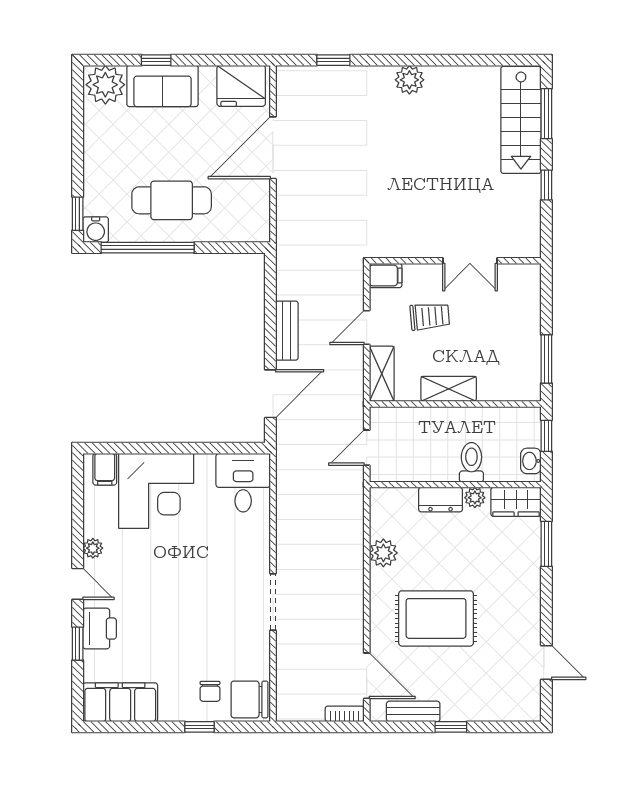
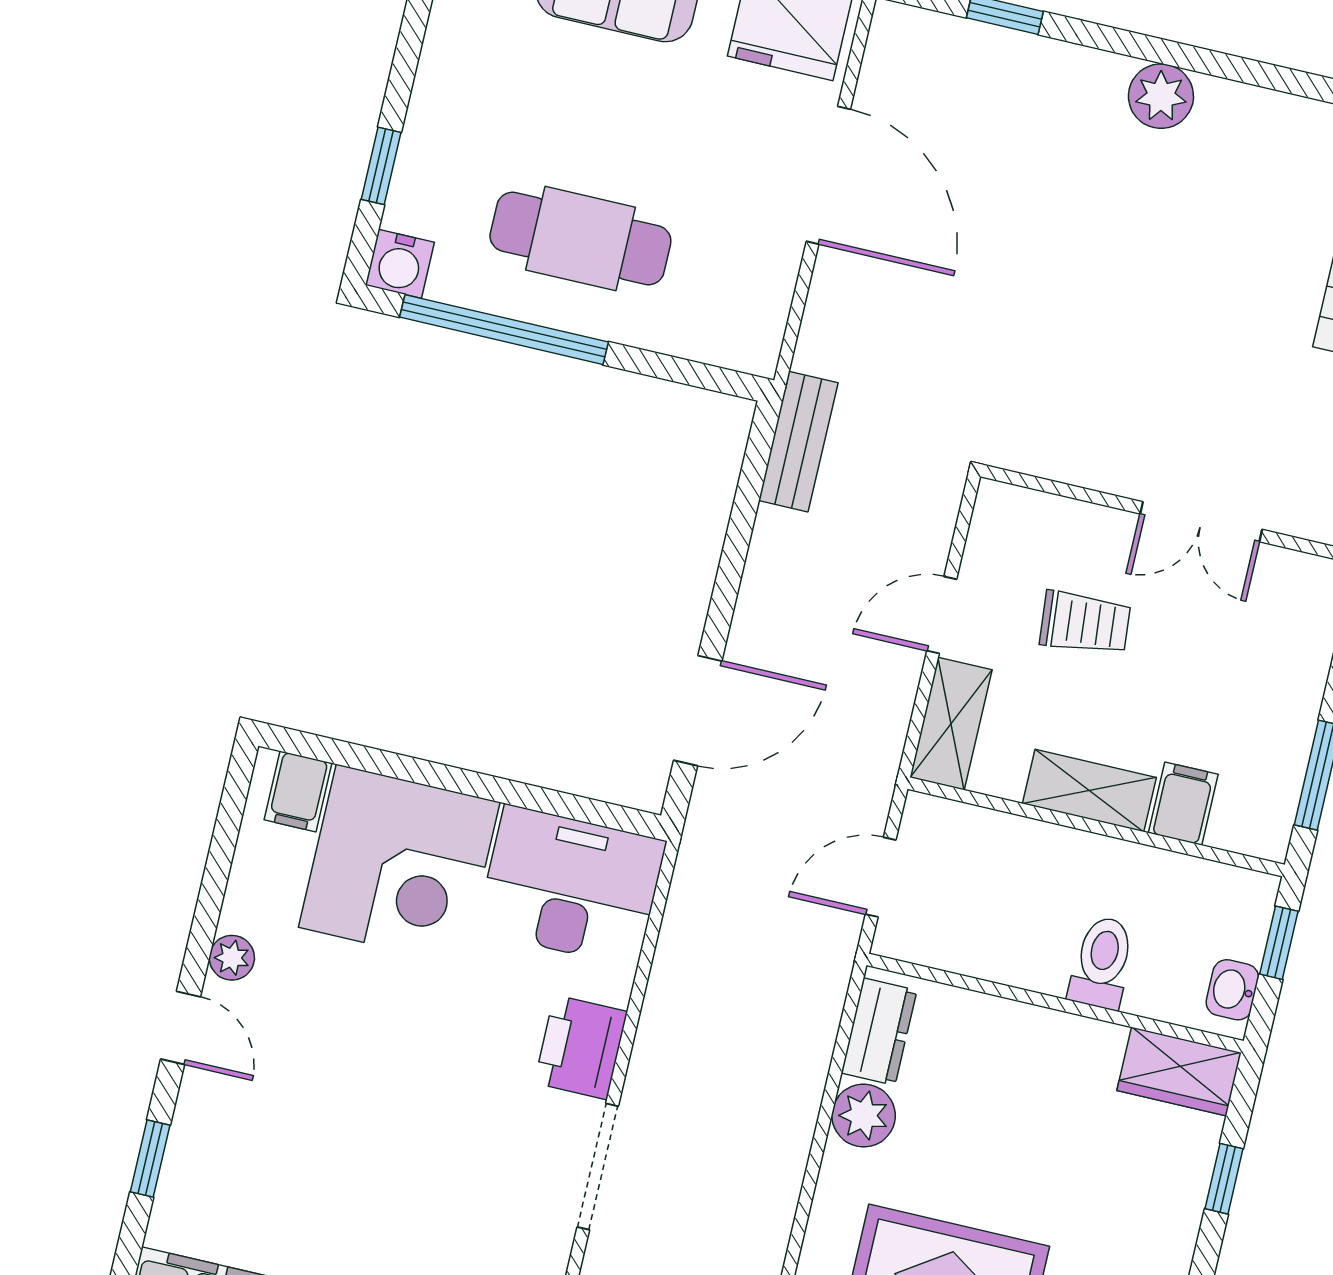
door: (273, 148) -> (828, 175), swing flipped
window: (78, 214) -> (381, 166), moved
filing cabinet: (386, 276) -> (1183, 804), moved, turned -90
bench: (287, 331) -> (798, 442), moved
desk: (243, 483) -> (571, 886), width x1.37
plant: (475, 498) -> (1091, 1041), removed
dresser: (441, 500) -> (879, 1032), moved, turned -90
window: (546, 544) -> (1224, 1179), width x0.67
printer: (100, 629) -> (581, 1047), moved, turned 180

